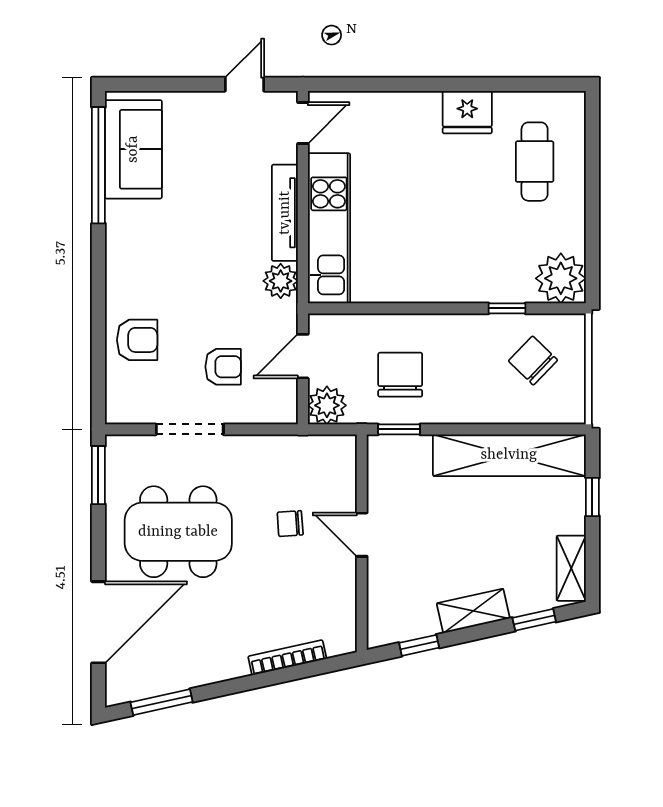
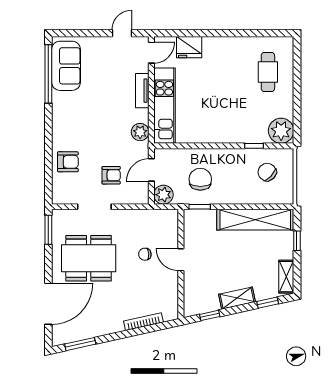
fridge: (467, 112) -> (189, 47), moved
tv unit: (285, 213) -> (142, 91), width x0.71

